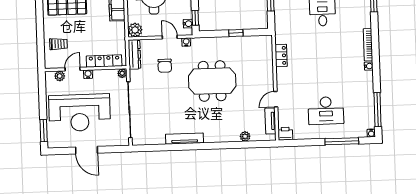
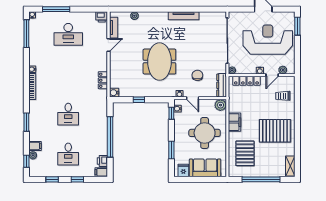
water cooler: (267, 41) -> (114, 93), added
meeting table: (212, 81) -> (159, 62), turned 90
desk: (326, 111) -> (68, 34), turned 180

